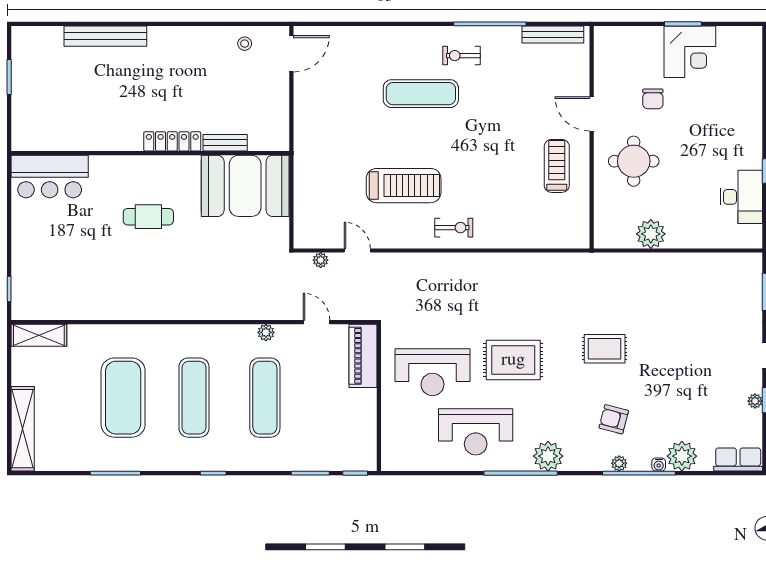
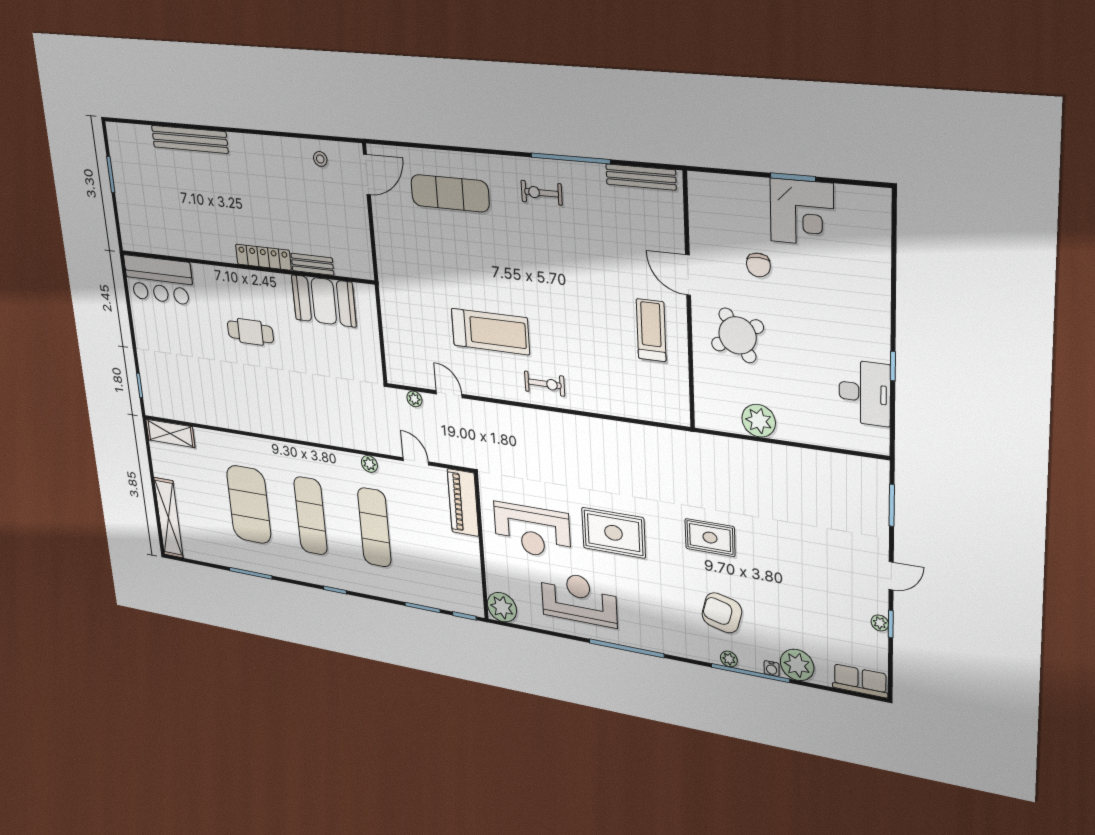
exercise mat: (421, 94) -> (450, 193), moved
round table: (634, 161) -> (738, 335), turned -30
booth: (245, 186) -> (324, 301), width x0.73, depth x0.70
armchair: (614, 419) -> (722, 613), width x1.38, depth x1.38
reception desk: (476, 432) -> (579, 599), turned 180
plant: (548, 456) -> (502, 607), moved

